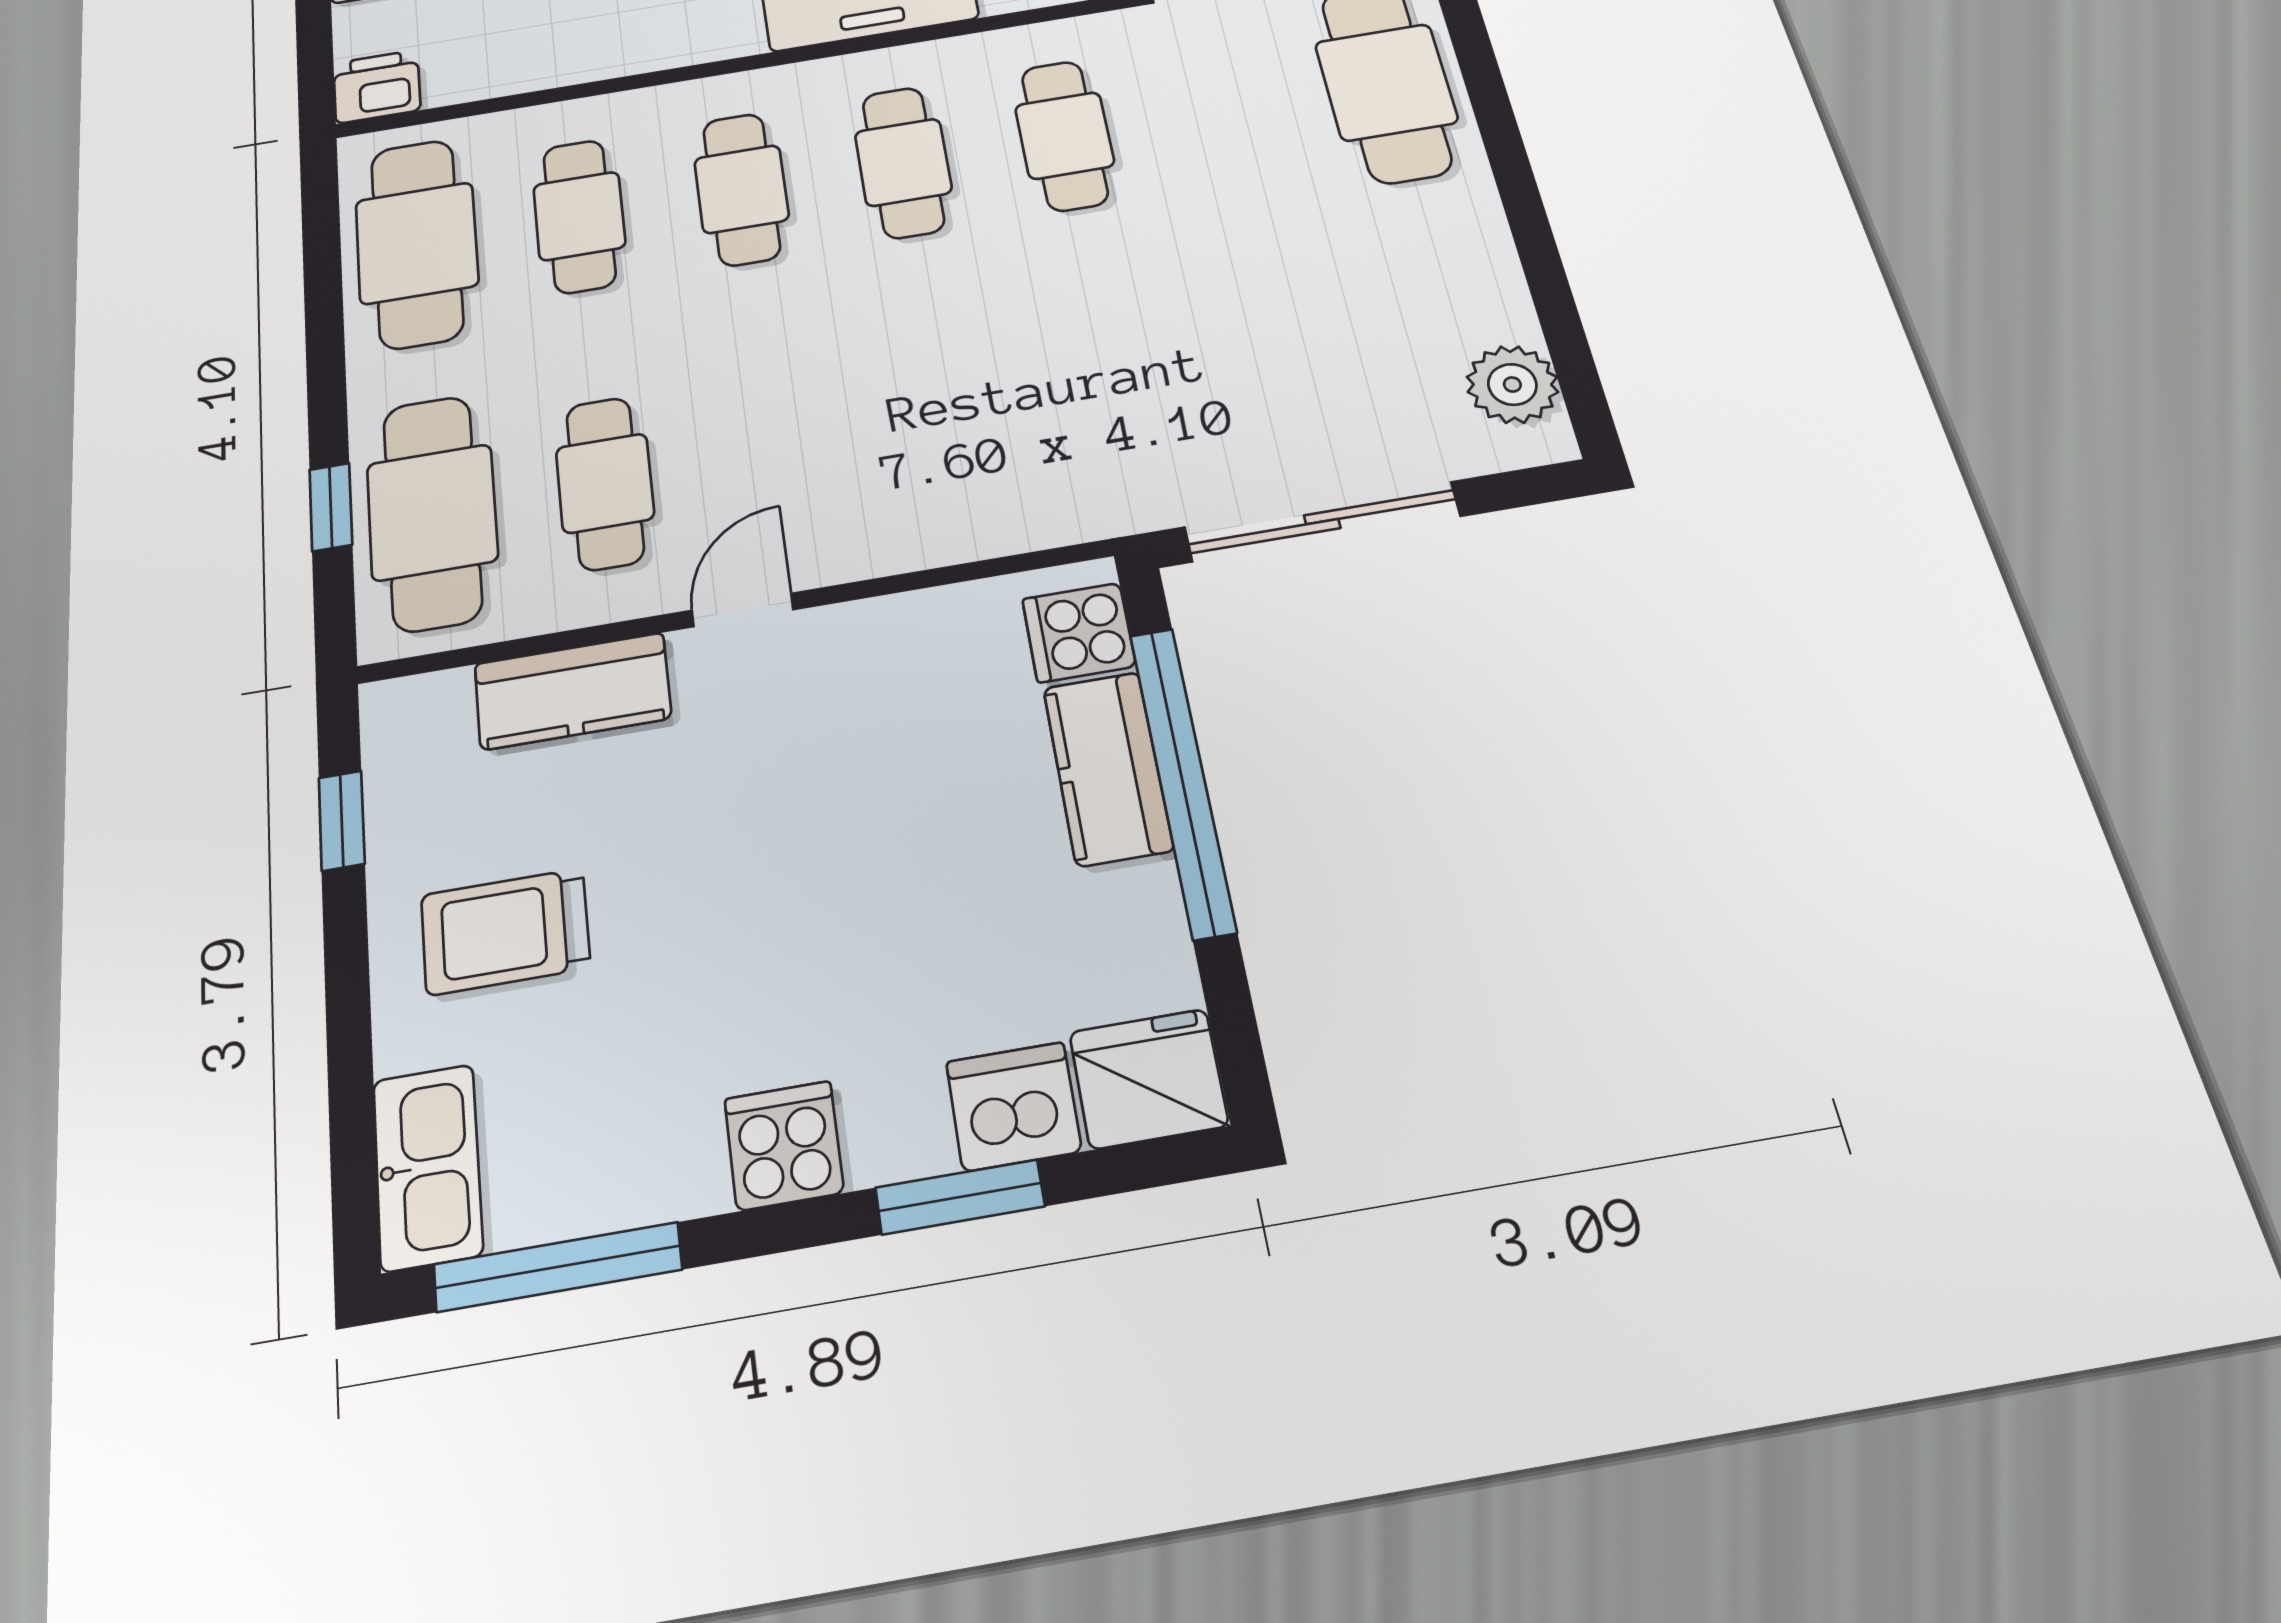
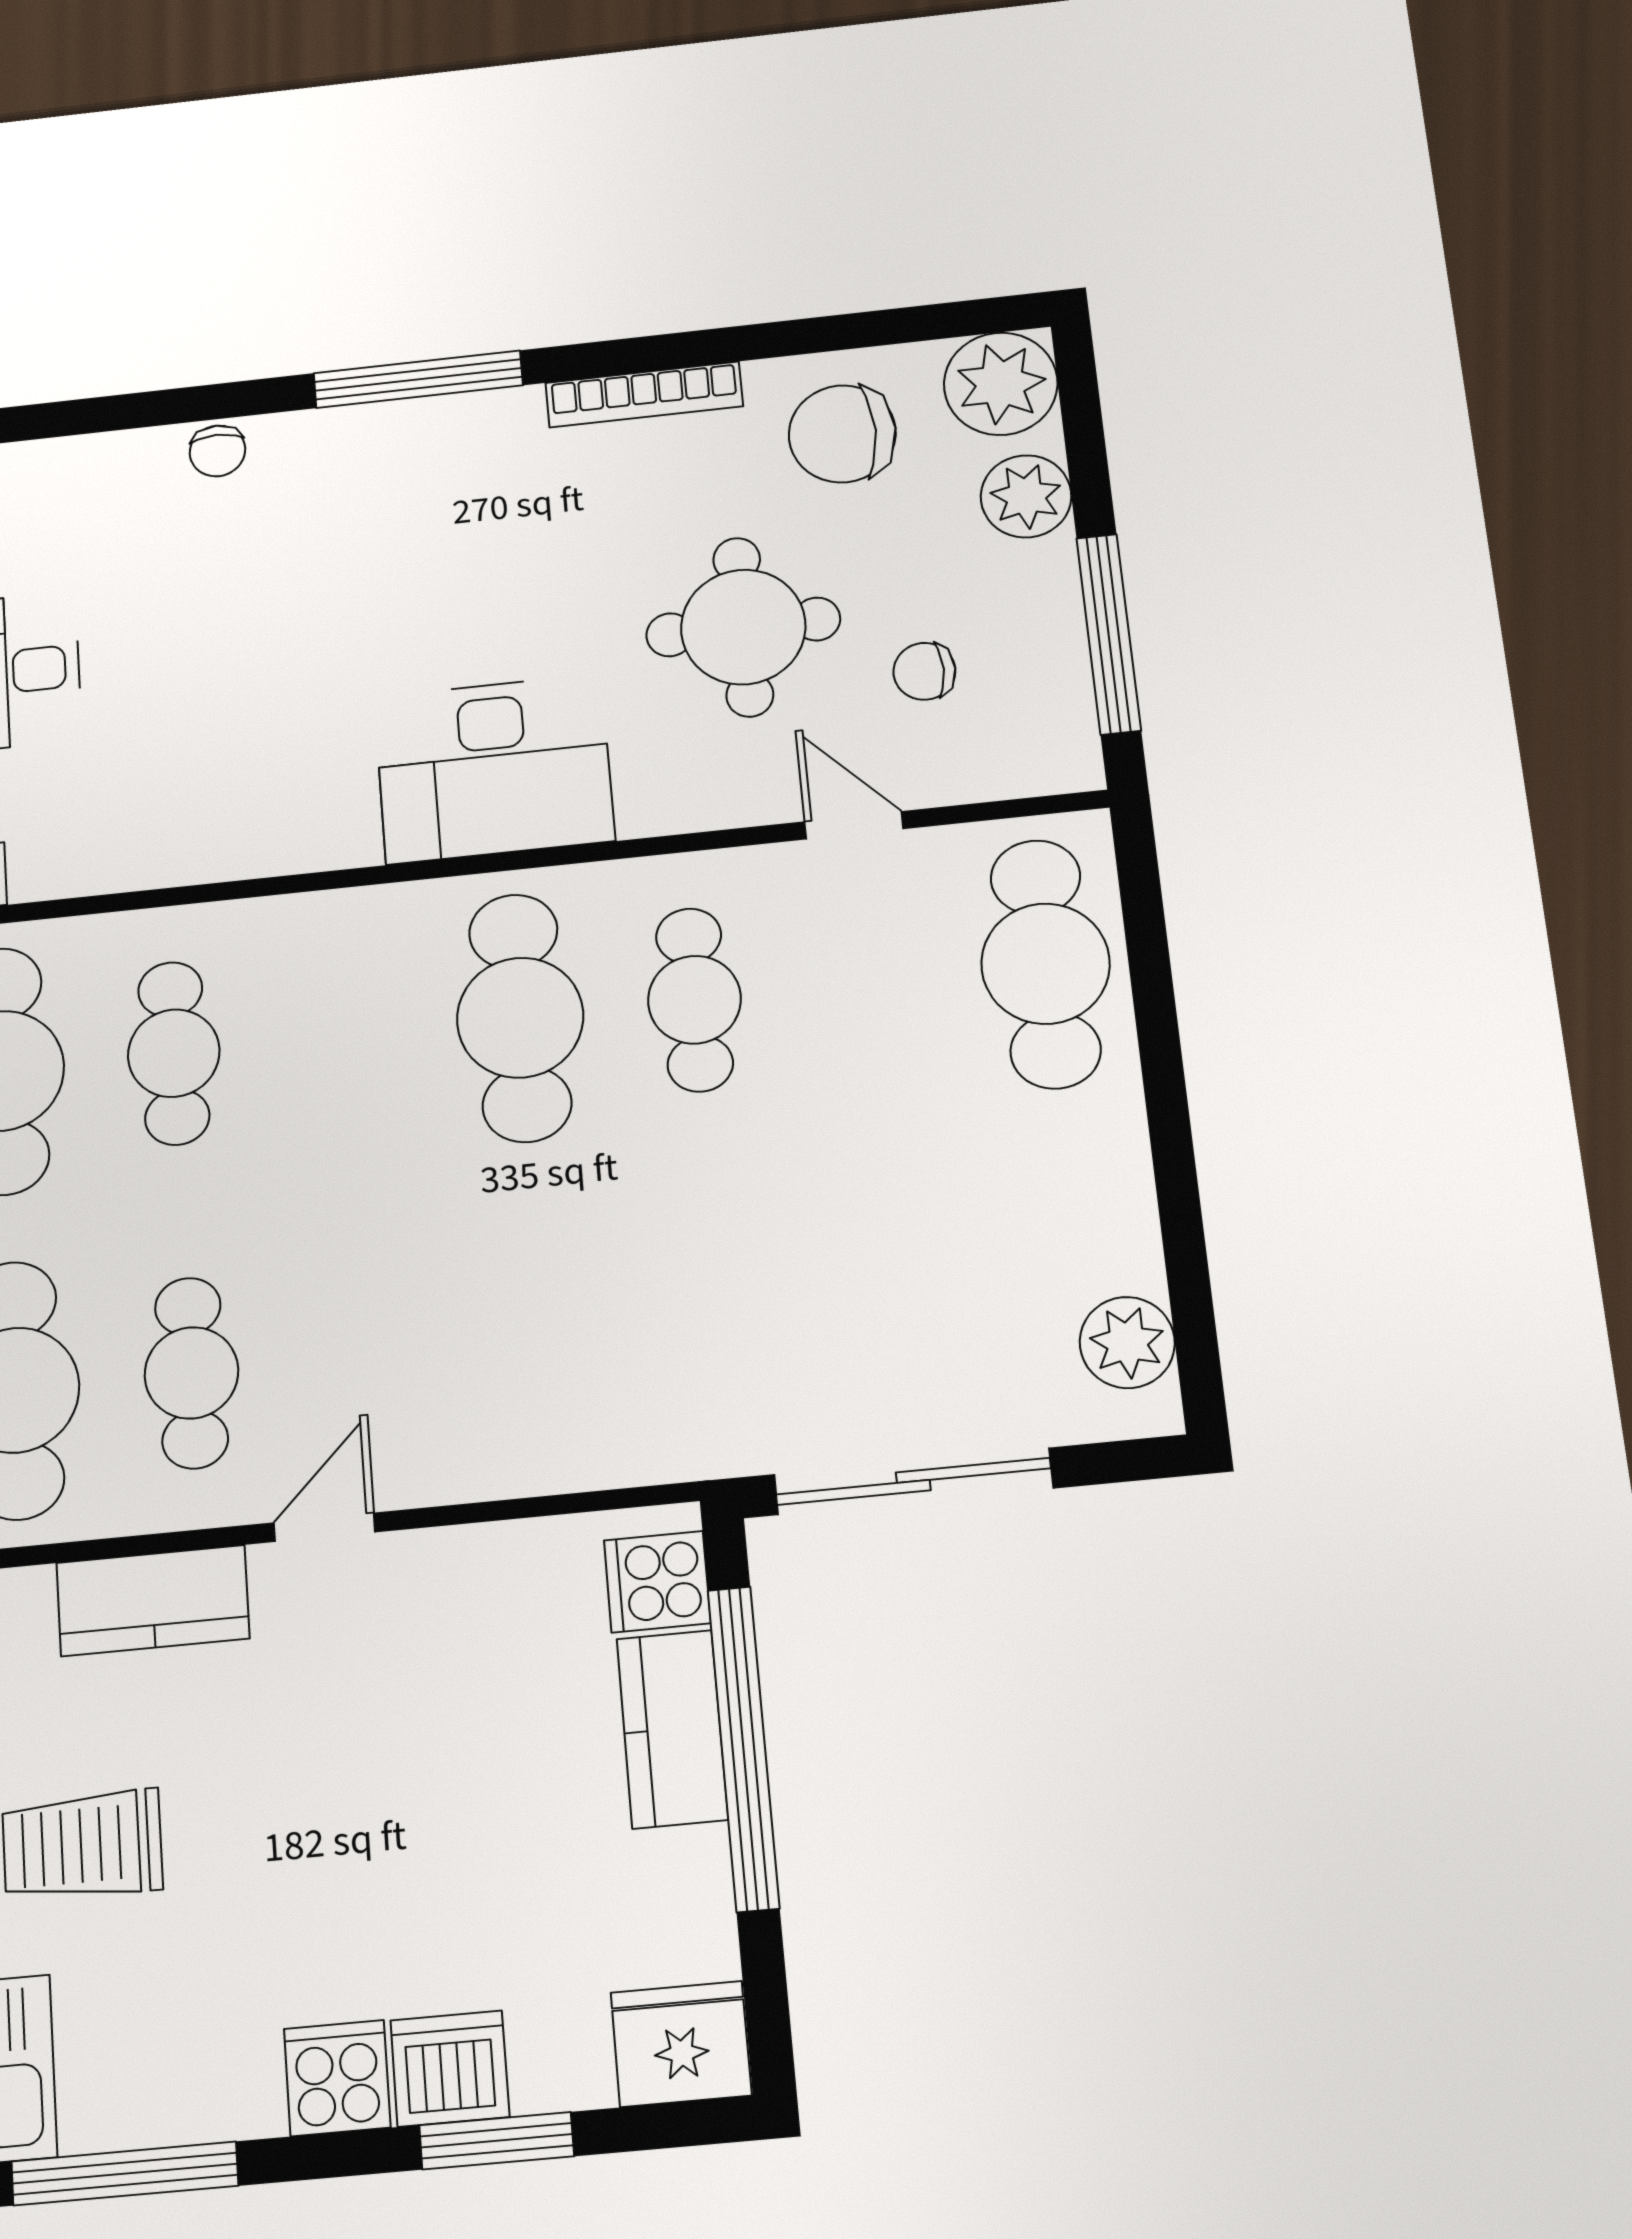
cafe table: (903, 162) -> (520, 1018), width x1.37, depth x1.35
cafe table: (741, 189) -> (347, 1035), removed
dishwasher: (1014, 1106) -> (450, 2069), moved

